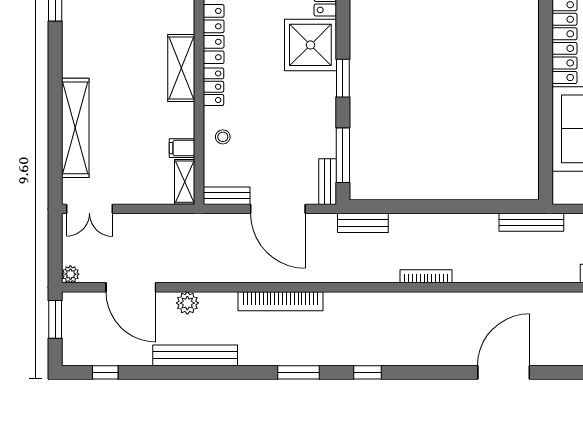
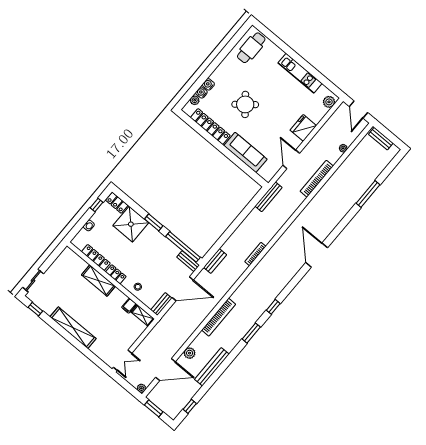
shelving: (75, 128) -> (73, 328), moved
window: (343, 155) -> (183, 247), width x1.46

